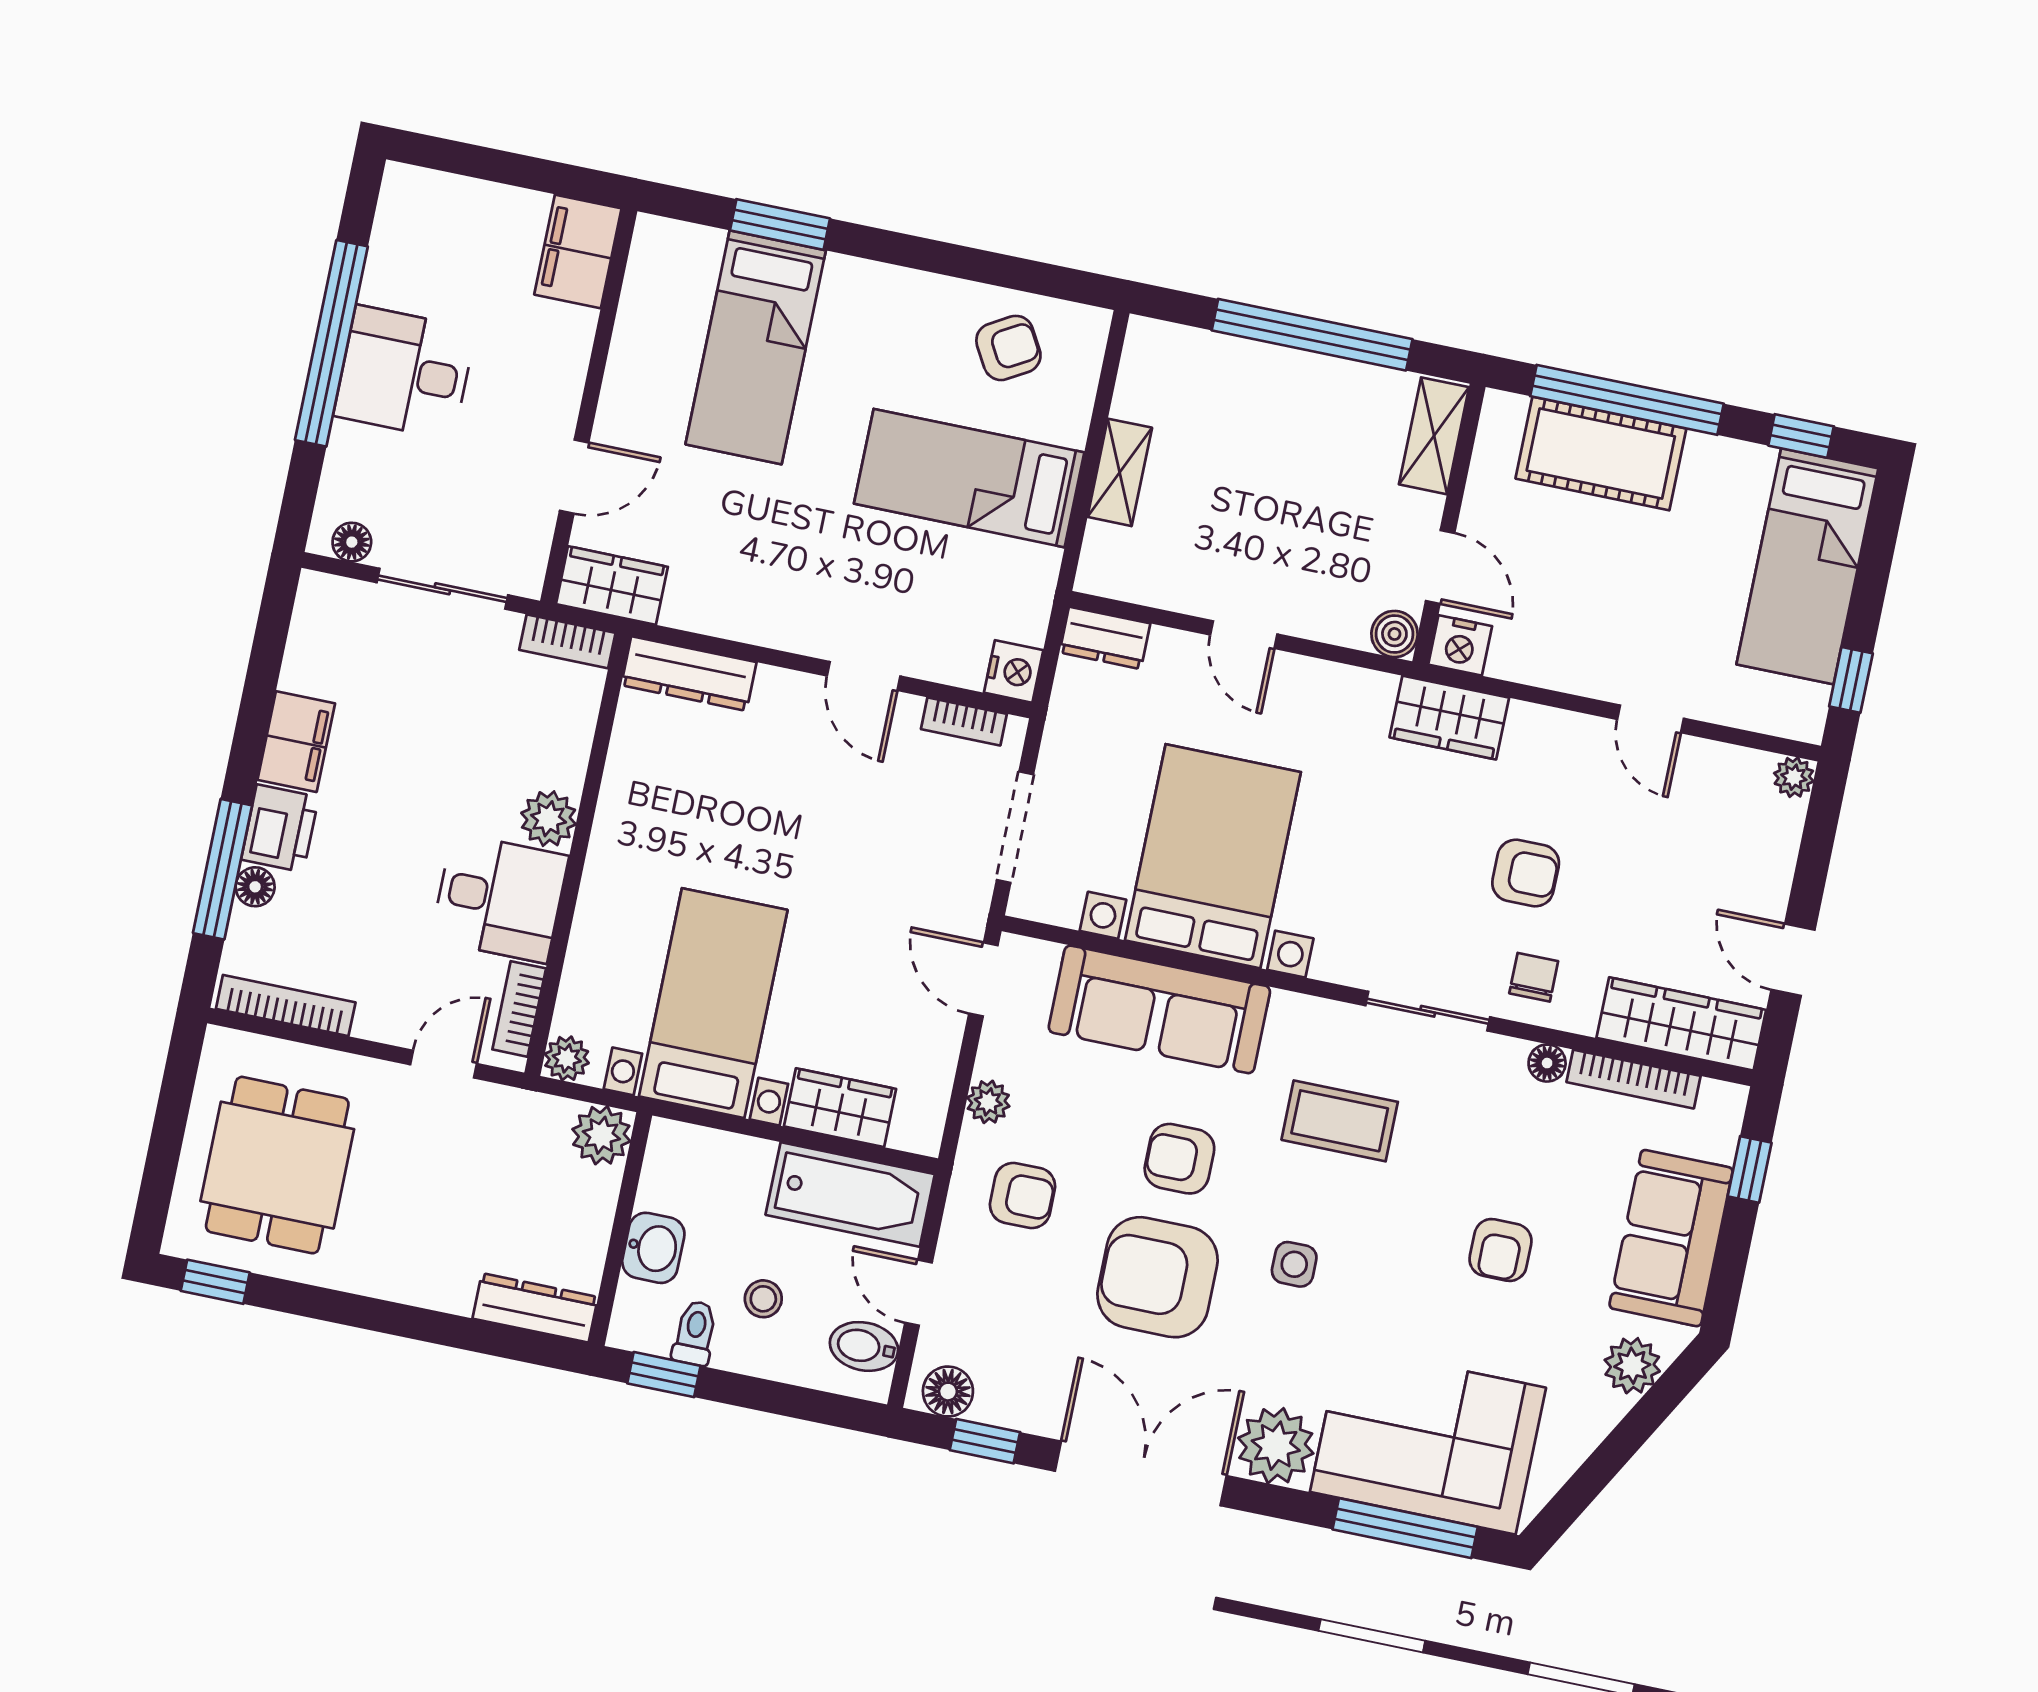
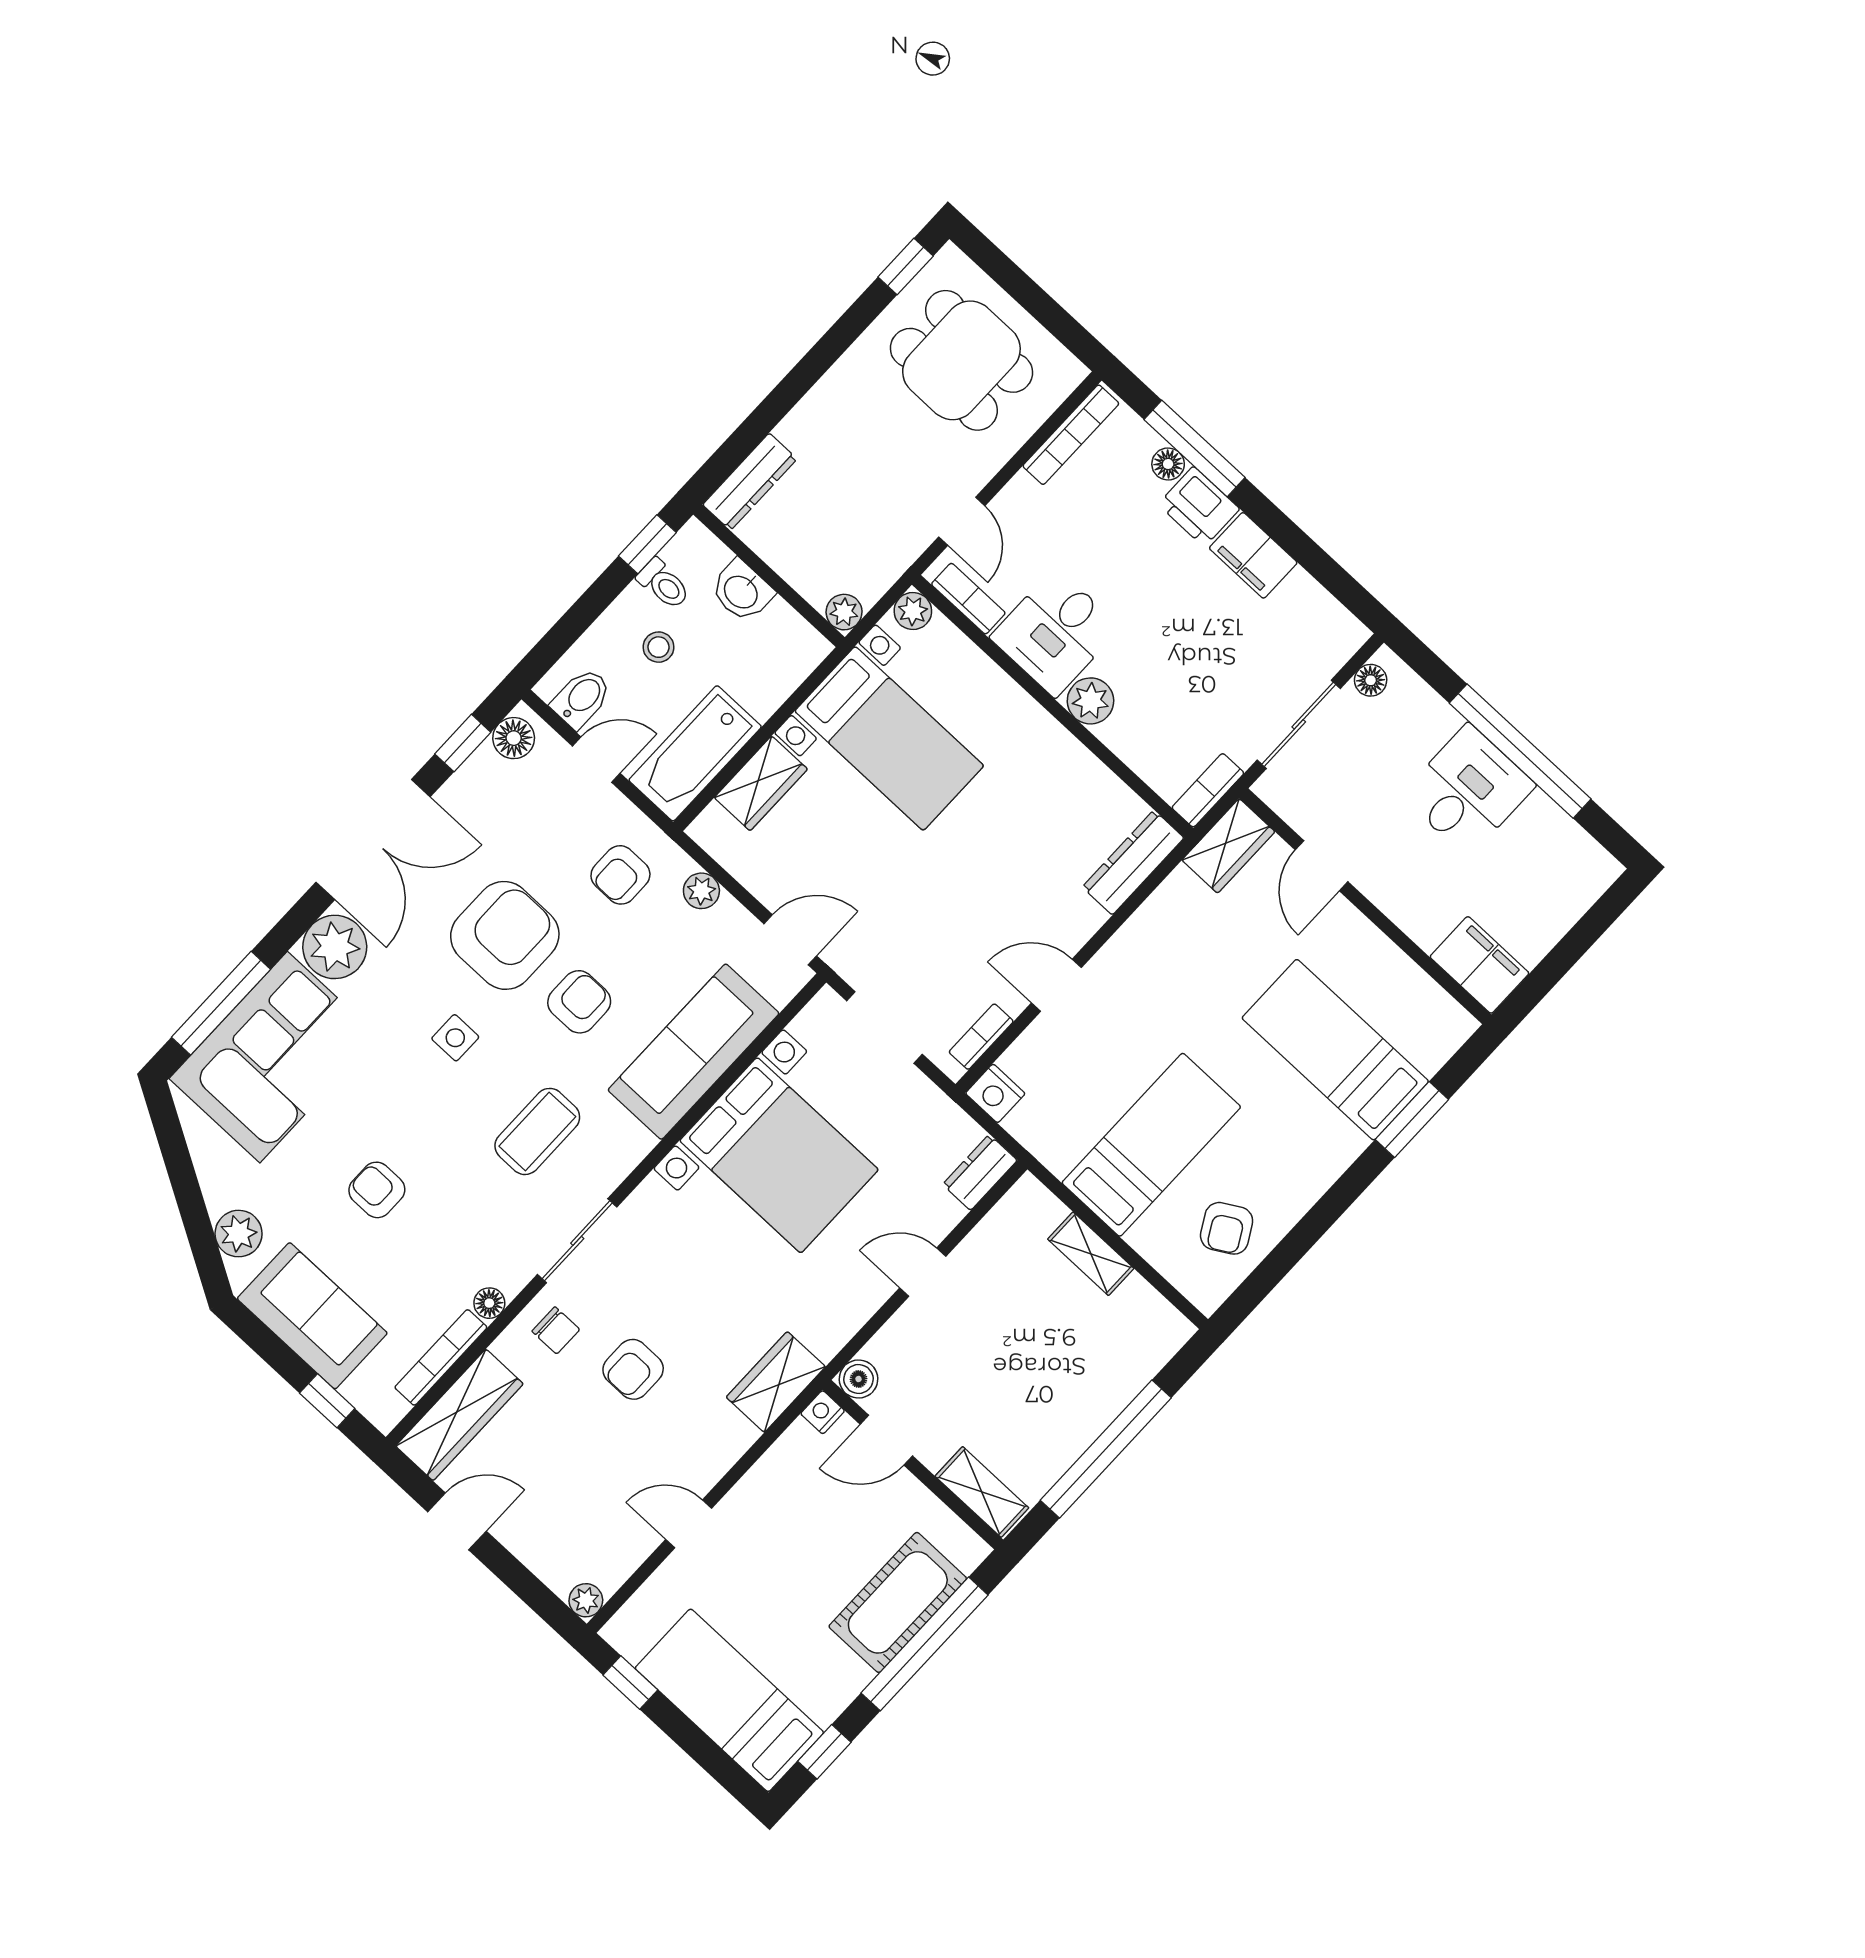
nightstand: (1460, 645) -> (823, 1412), width x0.72, depth x0.74
plant: (601, 1135) -> (844, 612), width x0.73, depth x0.73

